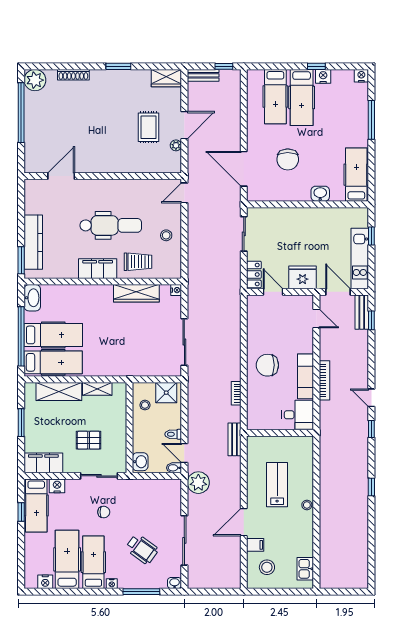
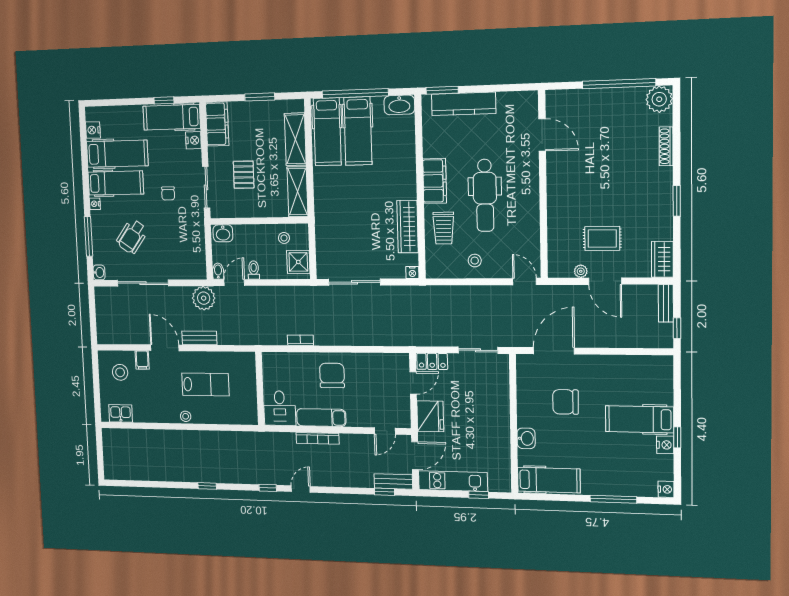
hospital bed: (275, 97) -> (640, 389), removed
shelving: (97, 389) -> (298, 192), width x1.50, depth x1.33
bench: (234, 439) -> (199, 338), moved

